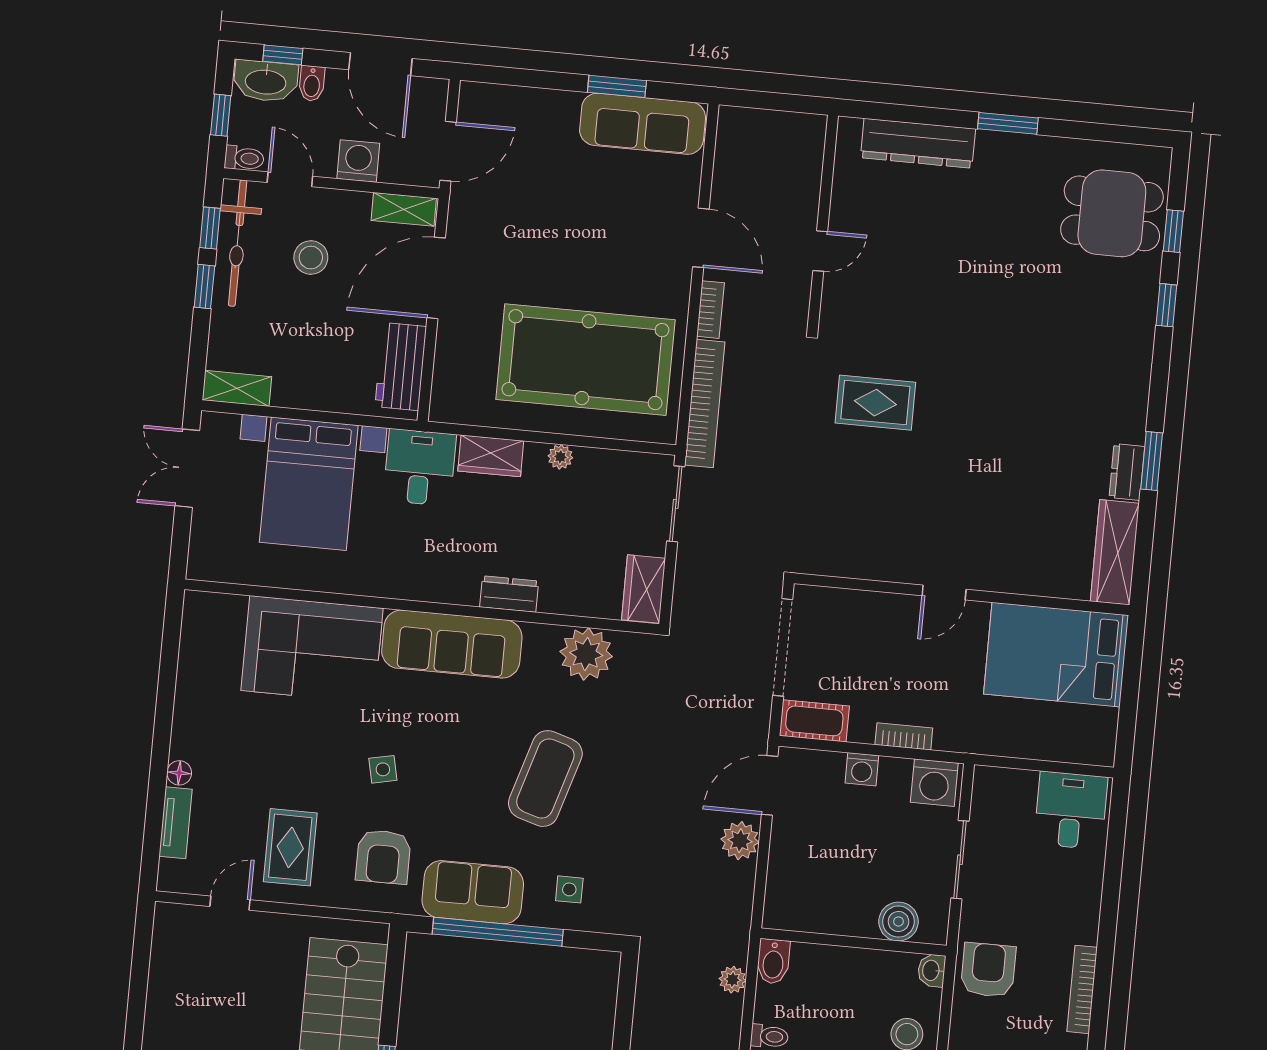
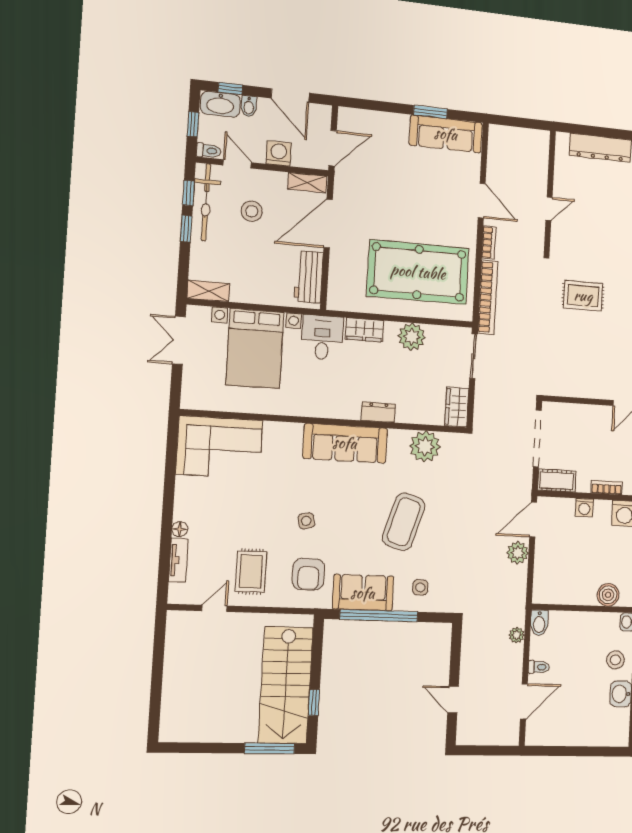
plant: (560, 457) -> (412, 337), width x1.88, depth x1.88
corner sofa: (312, 649) -> (219, 447), moved

